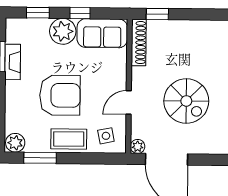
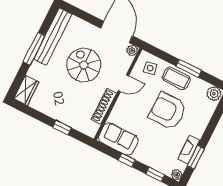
window: (157, 14) -> (62, 127), moved
plant: (63, 31) -> (177, 175), moved, width x0.53, depth x0.53
shoe rack: (139, 43) -> (104, 106), moved
window: (40, 158) -> (189, 68), moved

